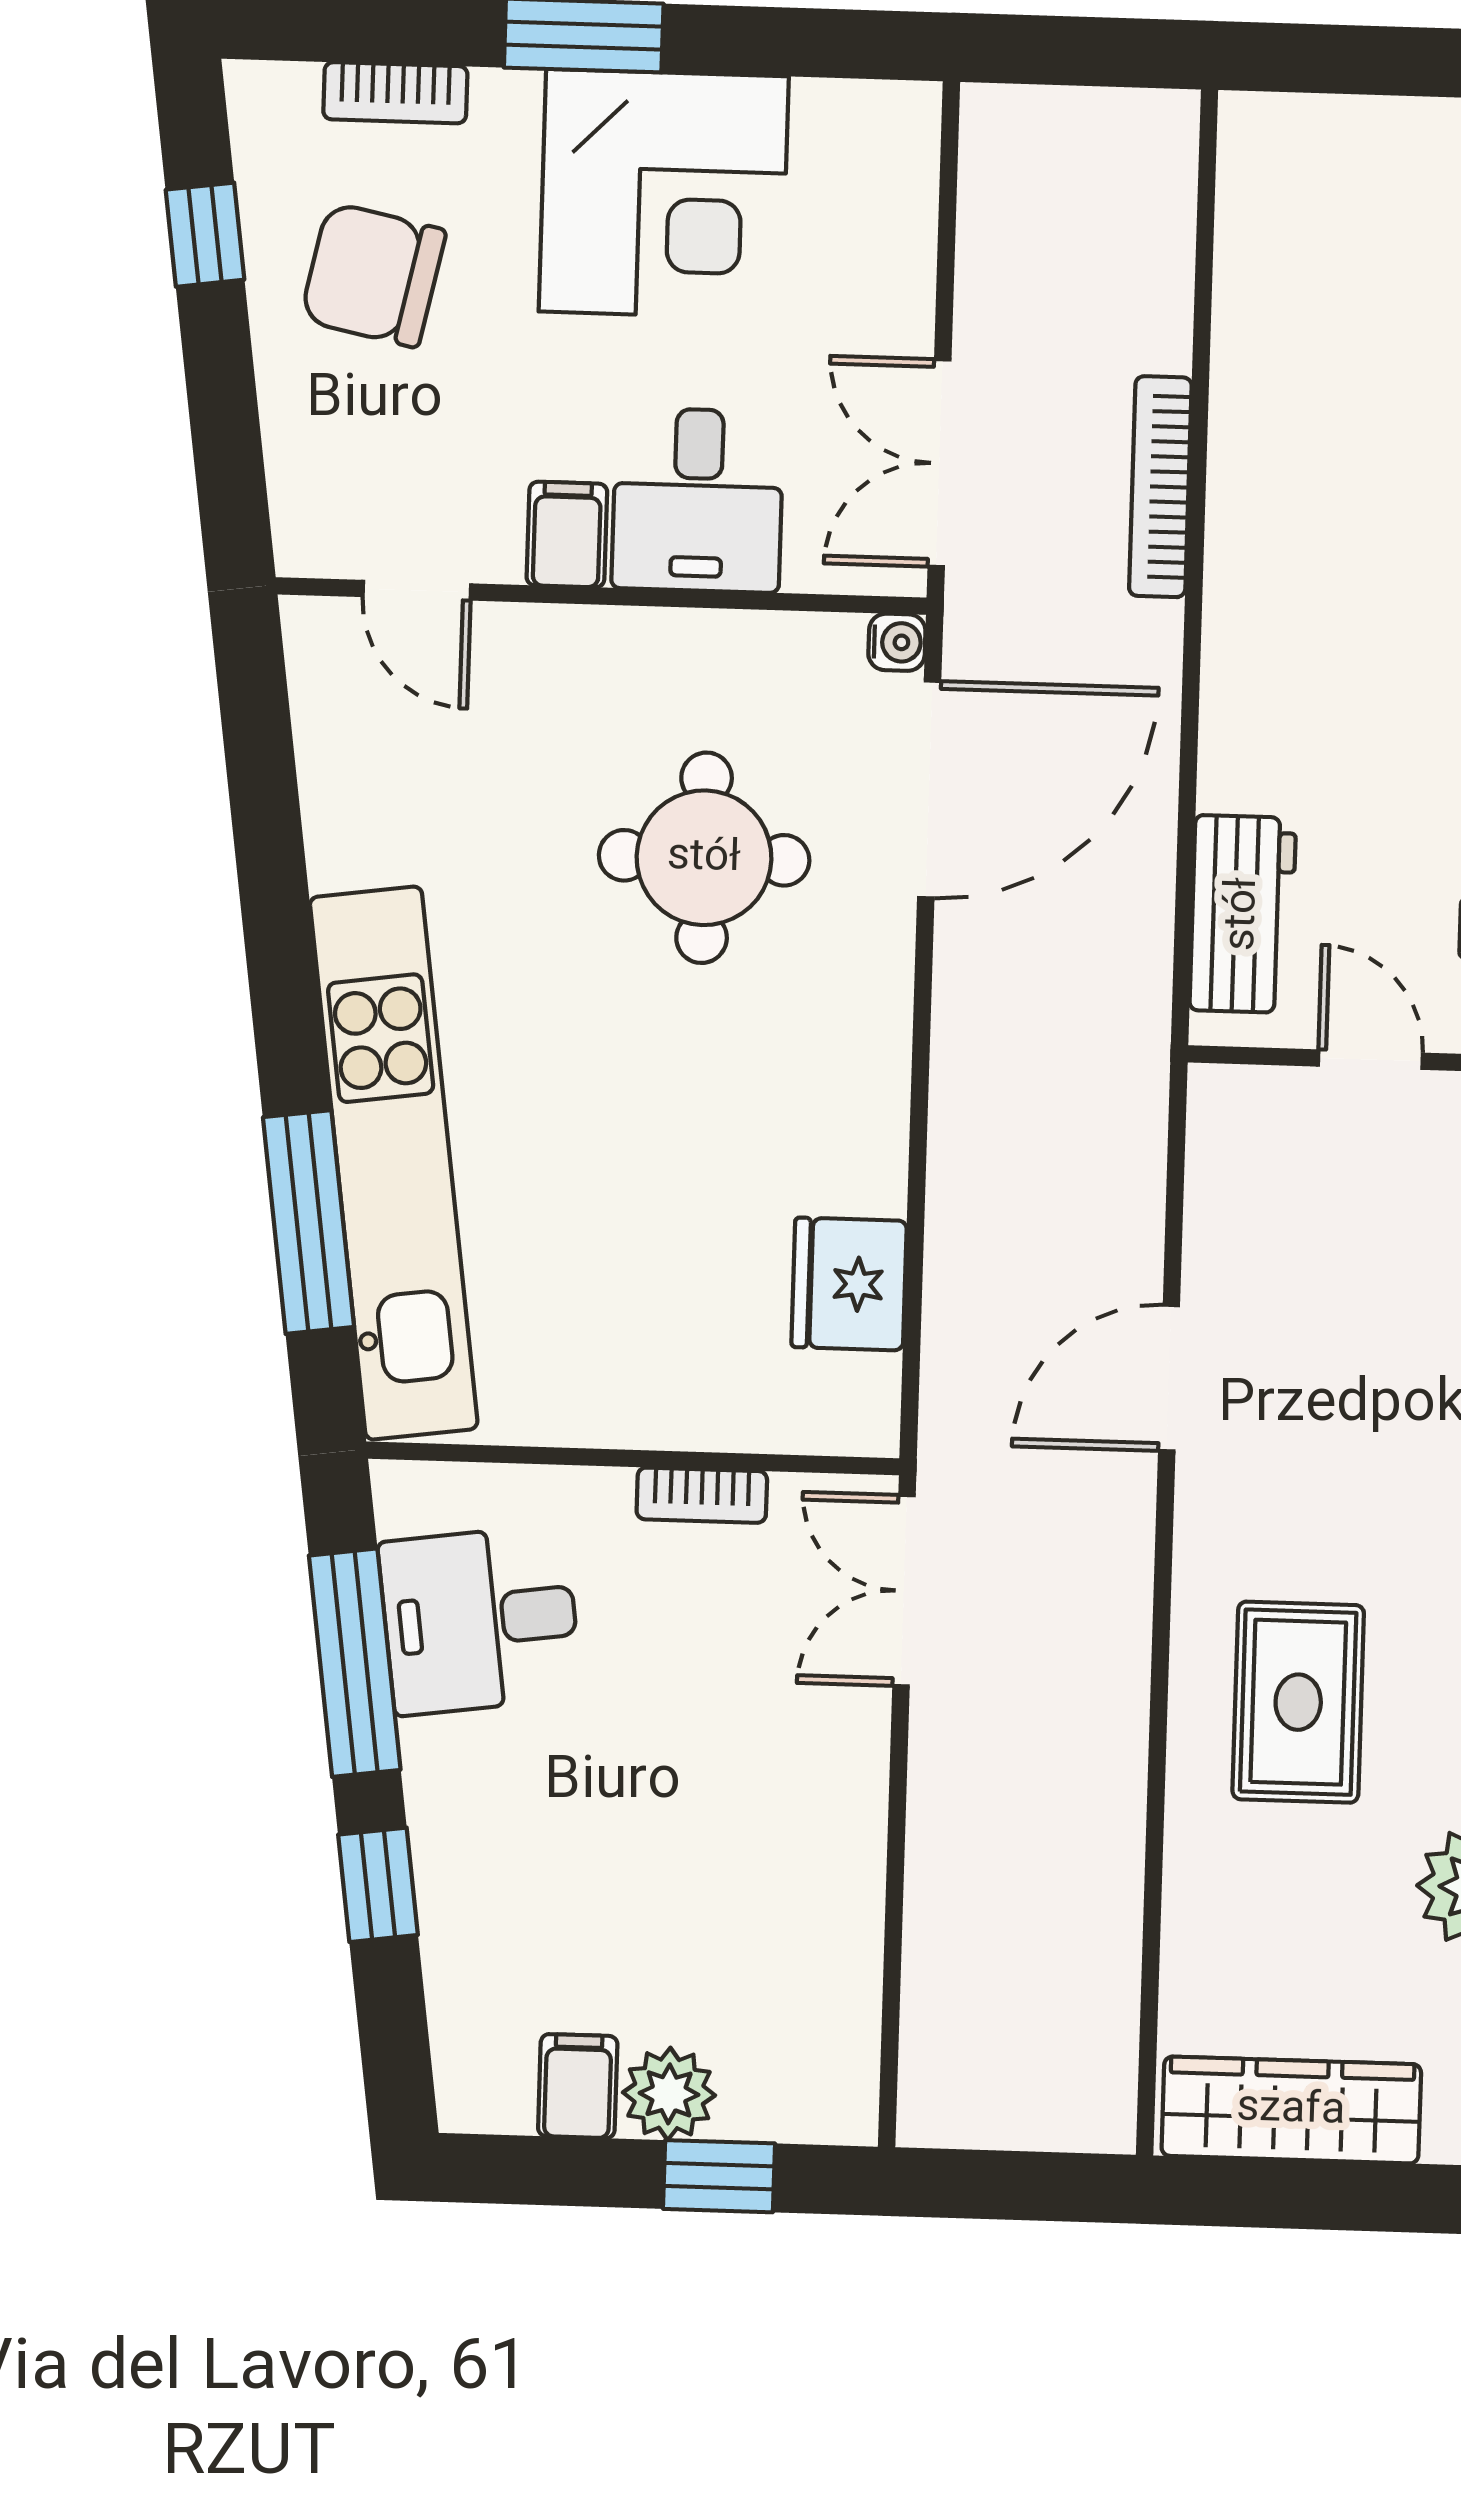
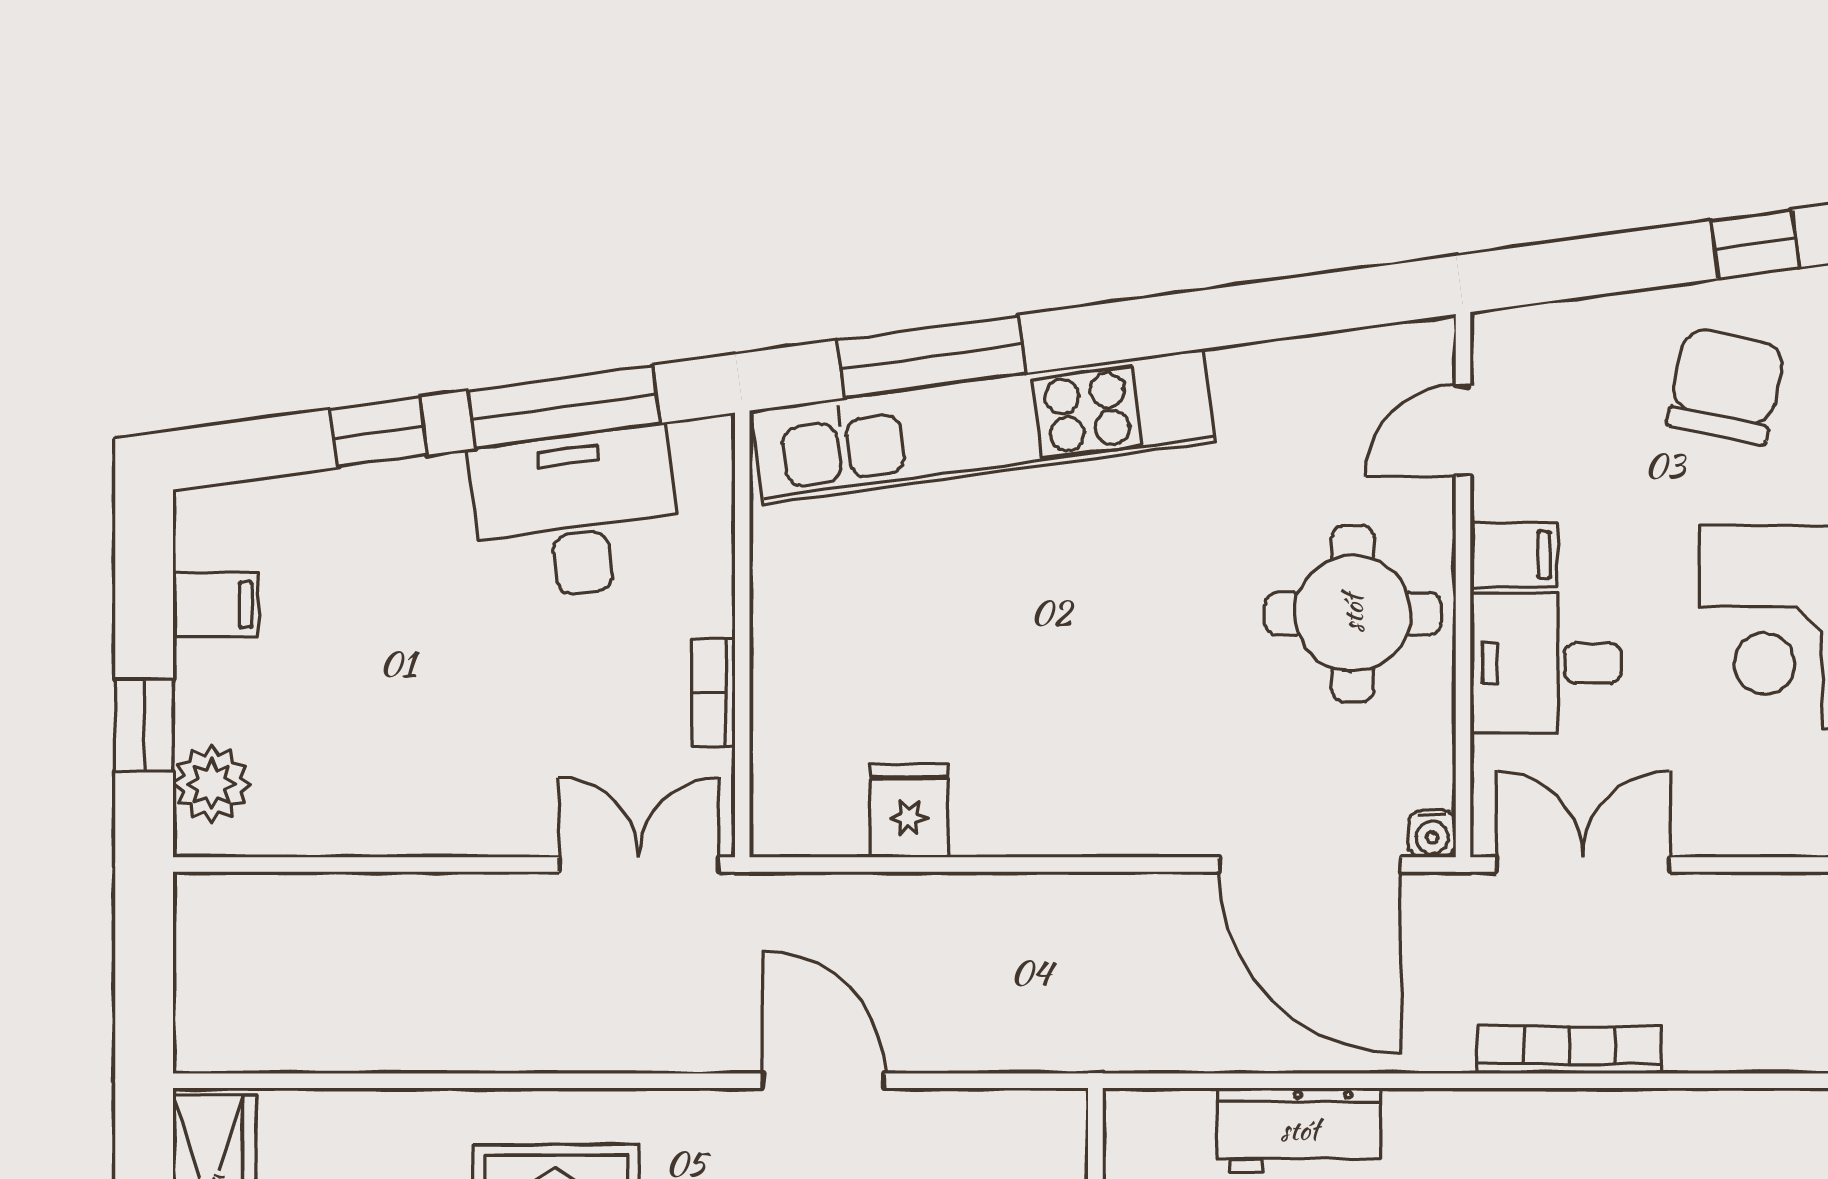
round table: (704, 858) -> (1353, 614), moved
workbench: (1243, 914) -> (1299, 1130), moved
fridge: (849, 1284) -> (909, 811), width x0.72
desk: (480, 1620) -> (576, 514), width x1.37
plant: (669, 2094) -> (212, 784), moved

